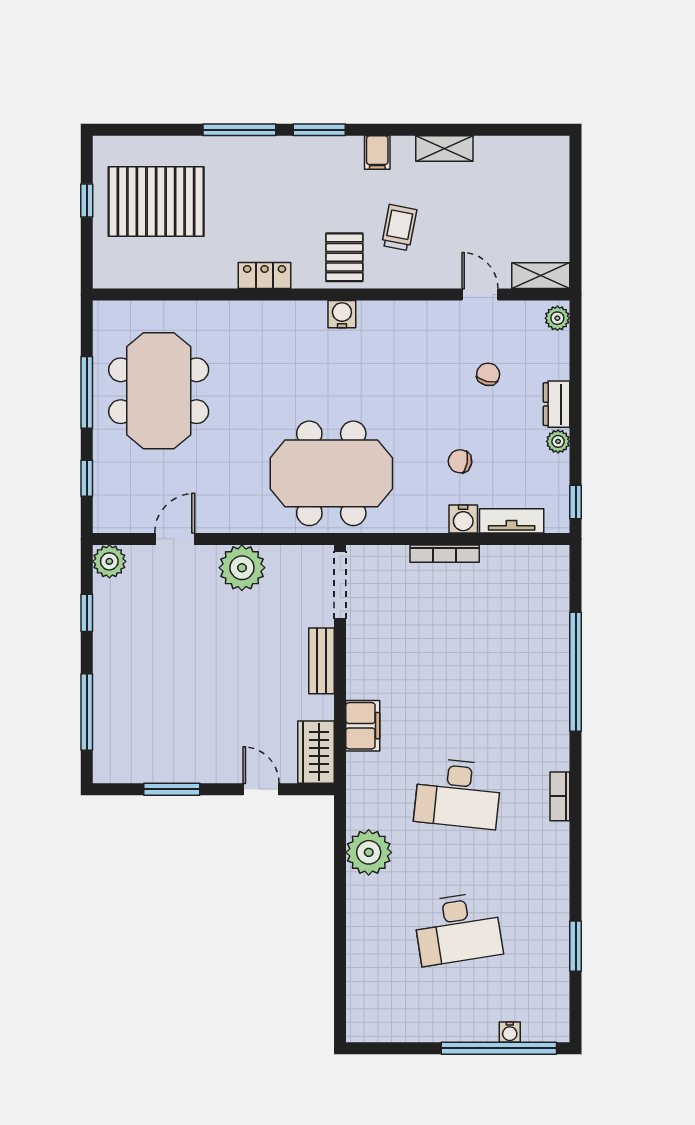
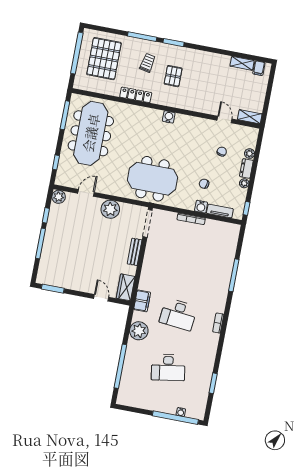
shelving: (444, 148) -> (242, 63), moved
filing cabinet: (377, 153) -> (259, 68), moved
window: (87, 201) -> (77, 53), width x3.17
pallet: (156, 201) -> (104, 59), turned 90
trolley: (399, 228) -> (147, 63), moved
pallet: (344, 257) -> (173, 76), moved
locker: (265, 276) -> (136, 95), width x1.53
plant: (557, 318) -> (250, 154), moved
meeting table: (159, 391) -> (91, 133), width x1.36
window: (87, 392) -> (65, 115), moved
window: (576, 672) -> (234, 275), width x0.68
window: (87, 712) -> (40, 243), moved
filing cabinet: (363, 726) -> (142, 301), moved
window: (172, 789) -> (53, 289), moved
window: (340, 948) -> (120, 366), added

